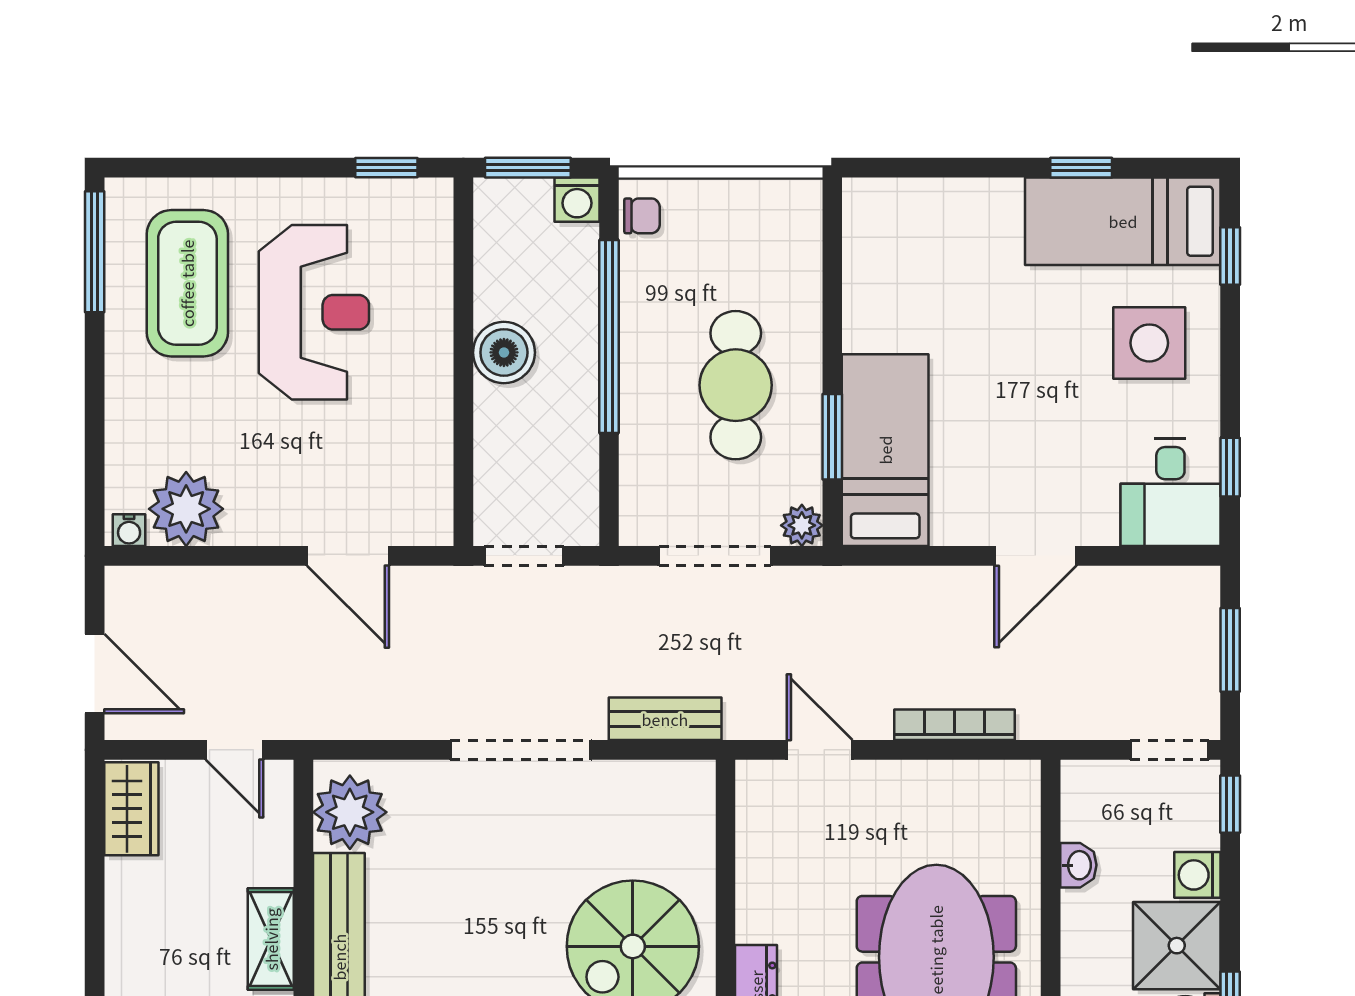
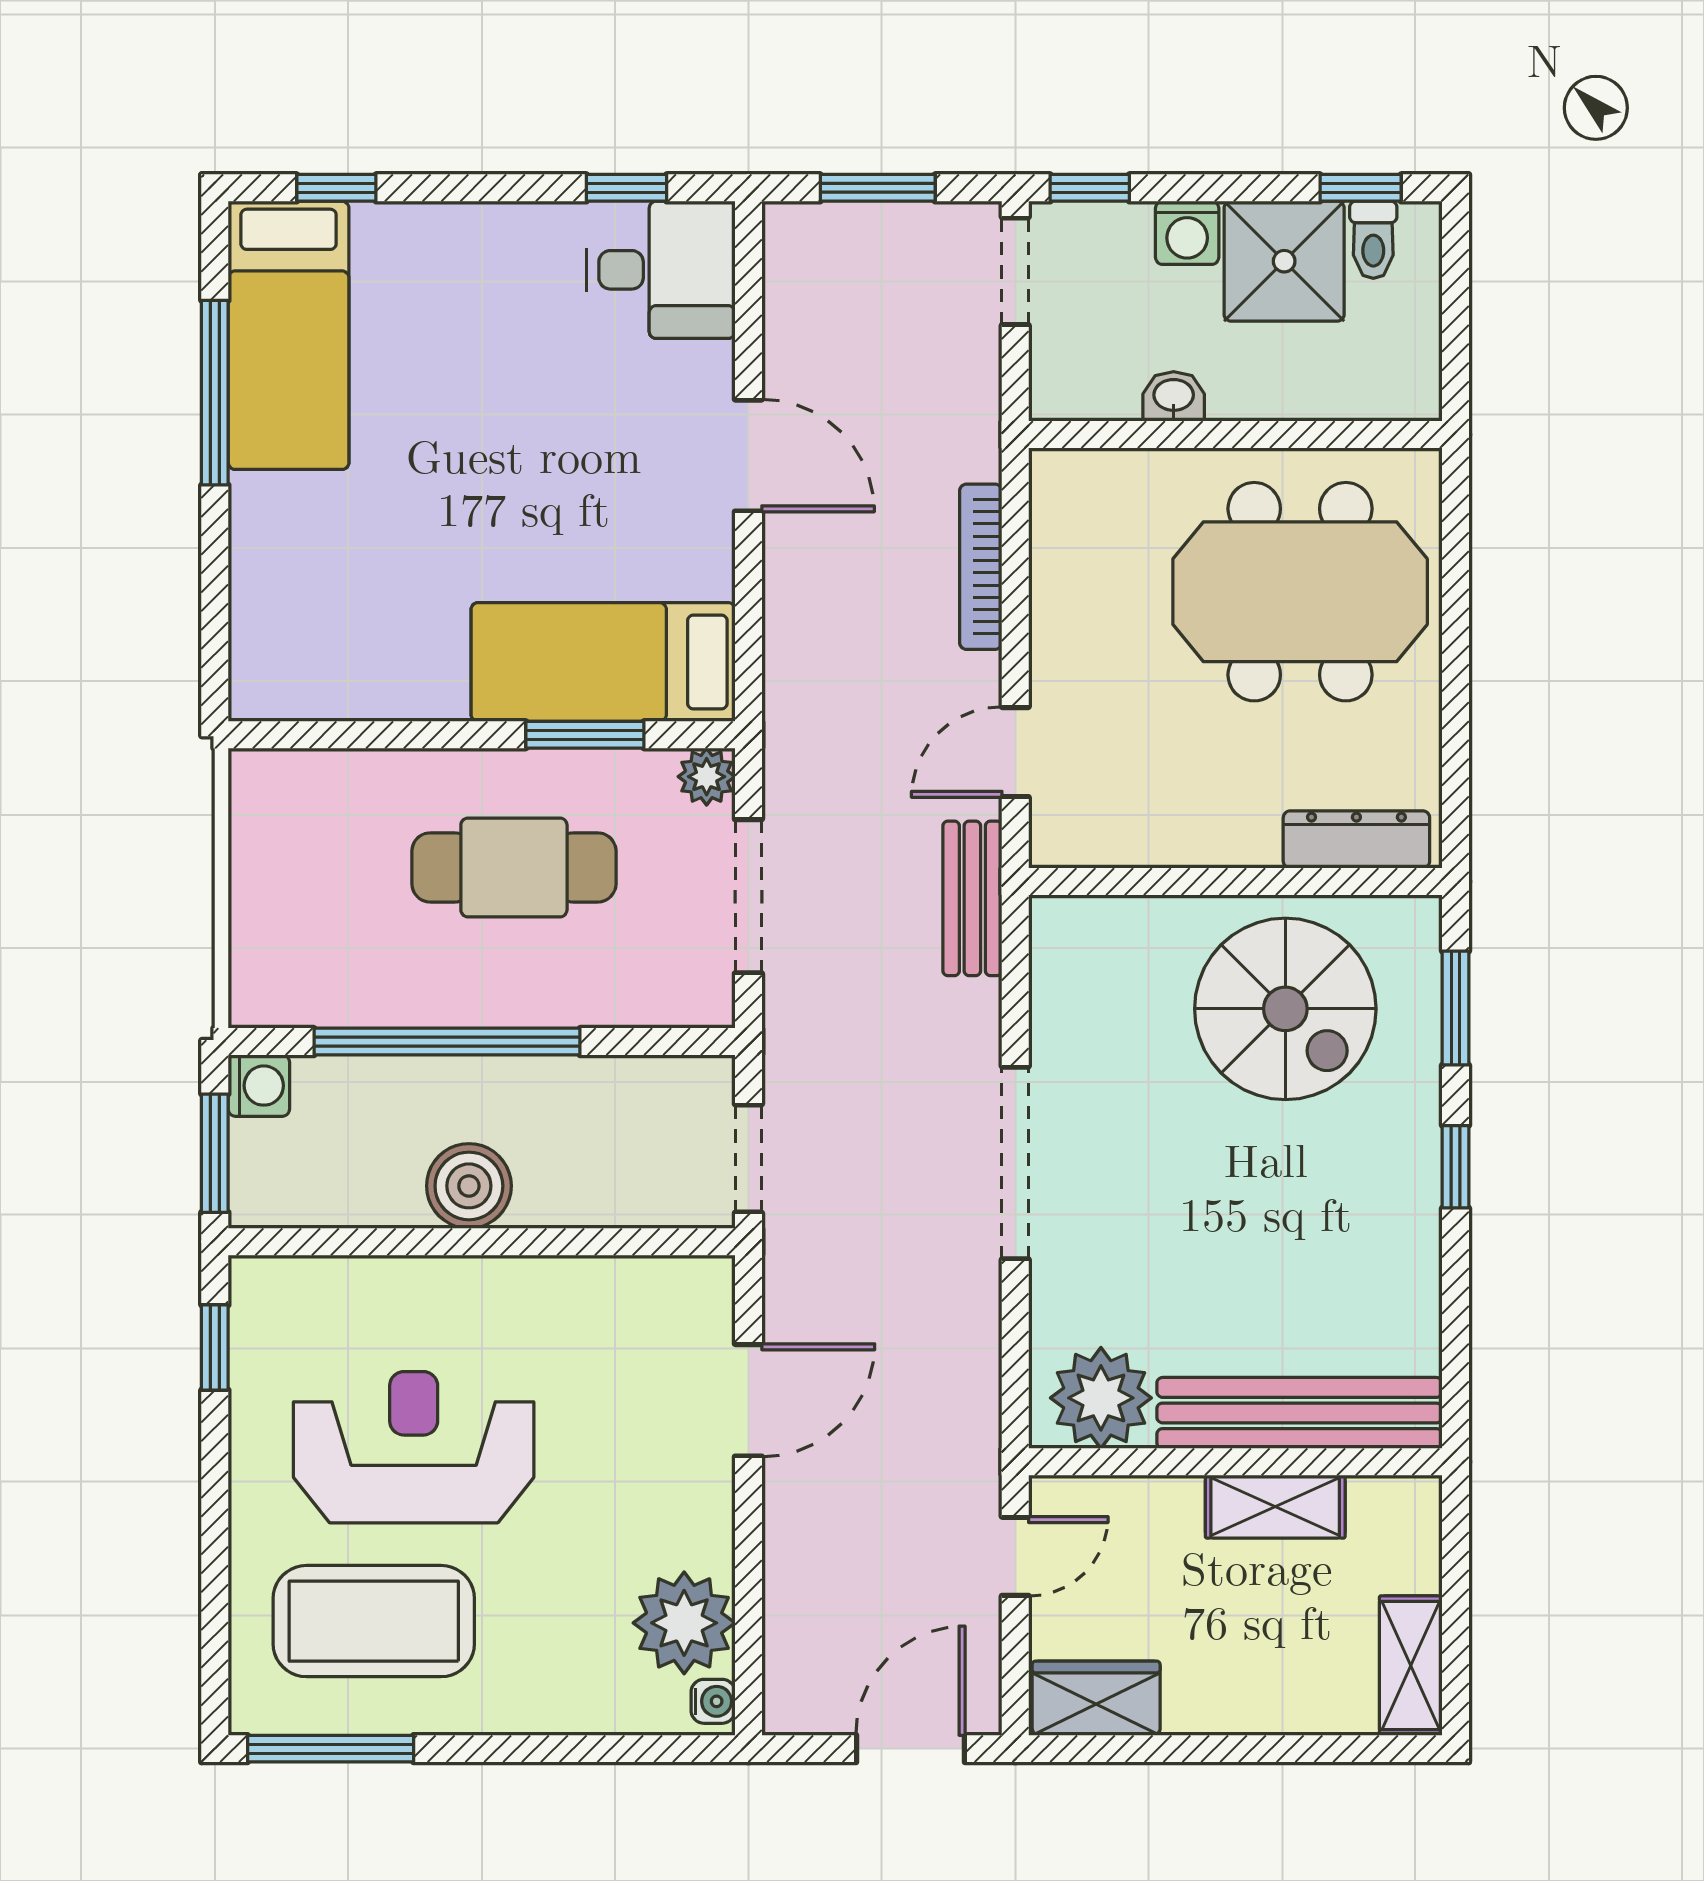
window: (1081, 168) -> (215, 393), width x2.17
chair: (642, 216) -> (281, 996), removed
side table: (1149, 343) -> (456, 299), removed
bench: (665, 719) -> (972, 898), moved

